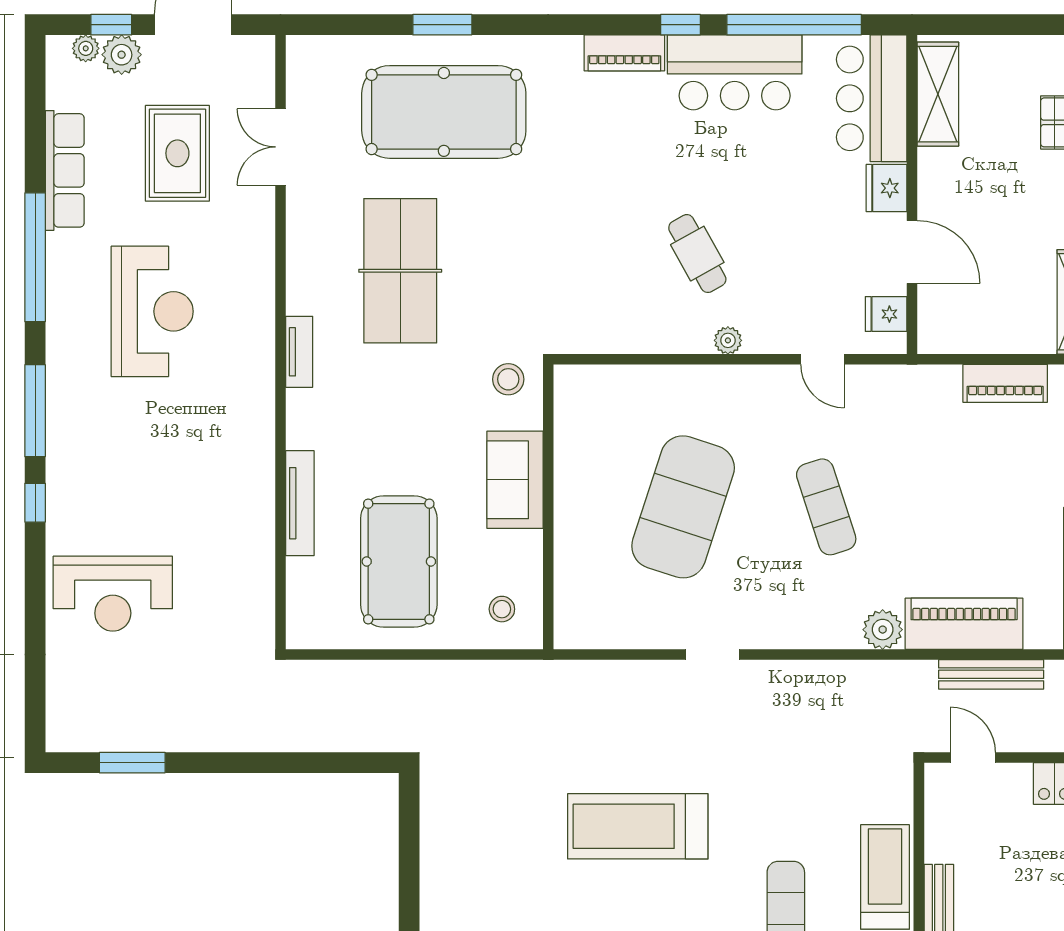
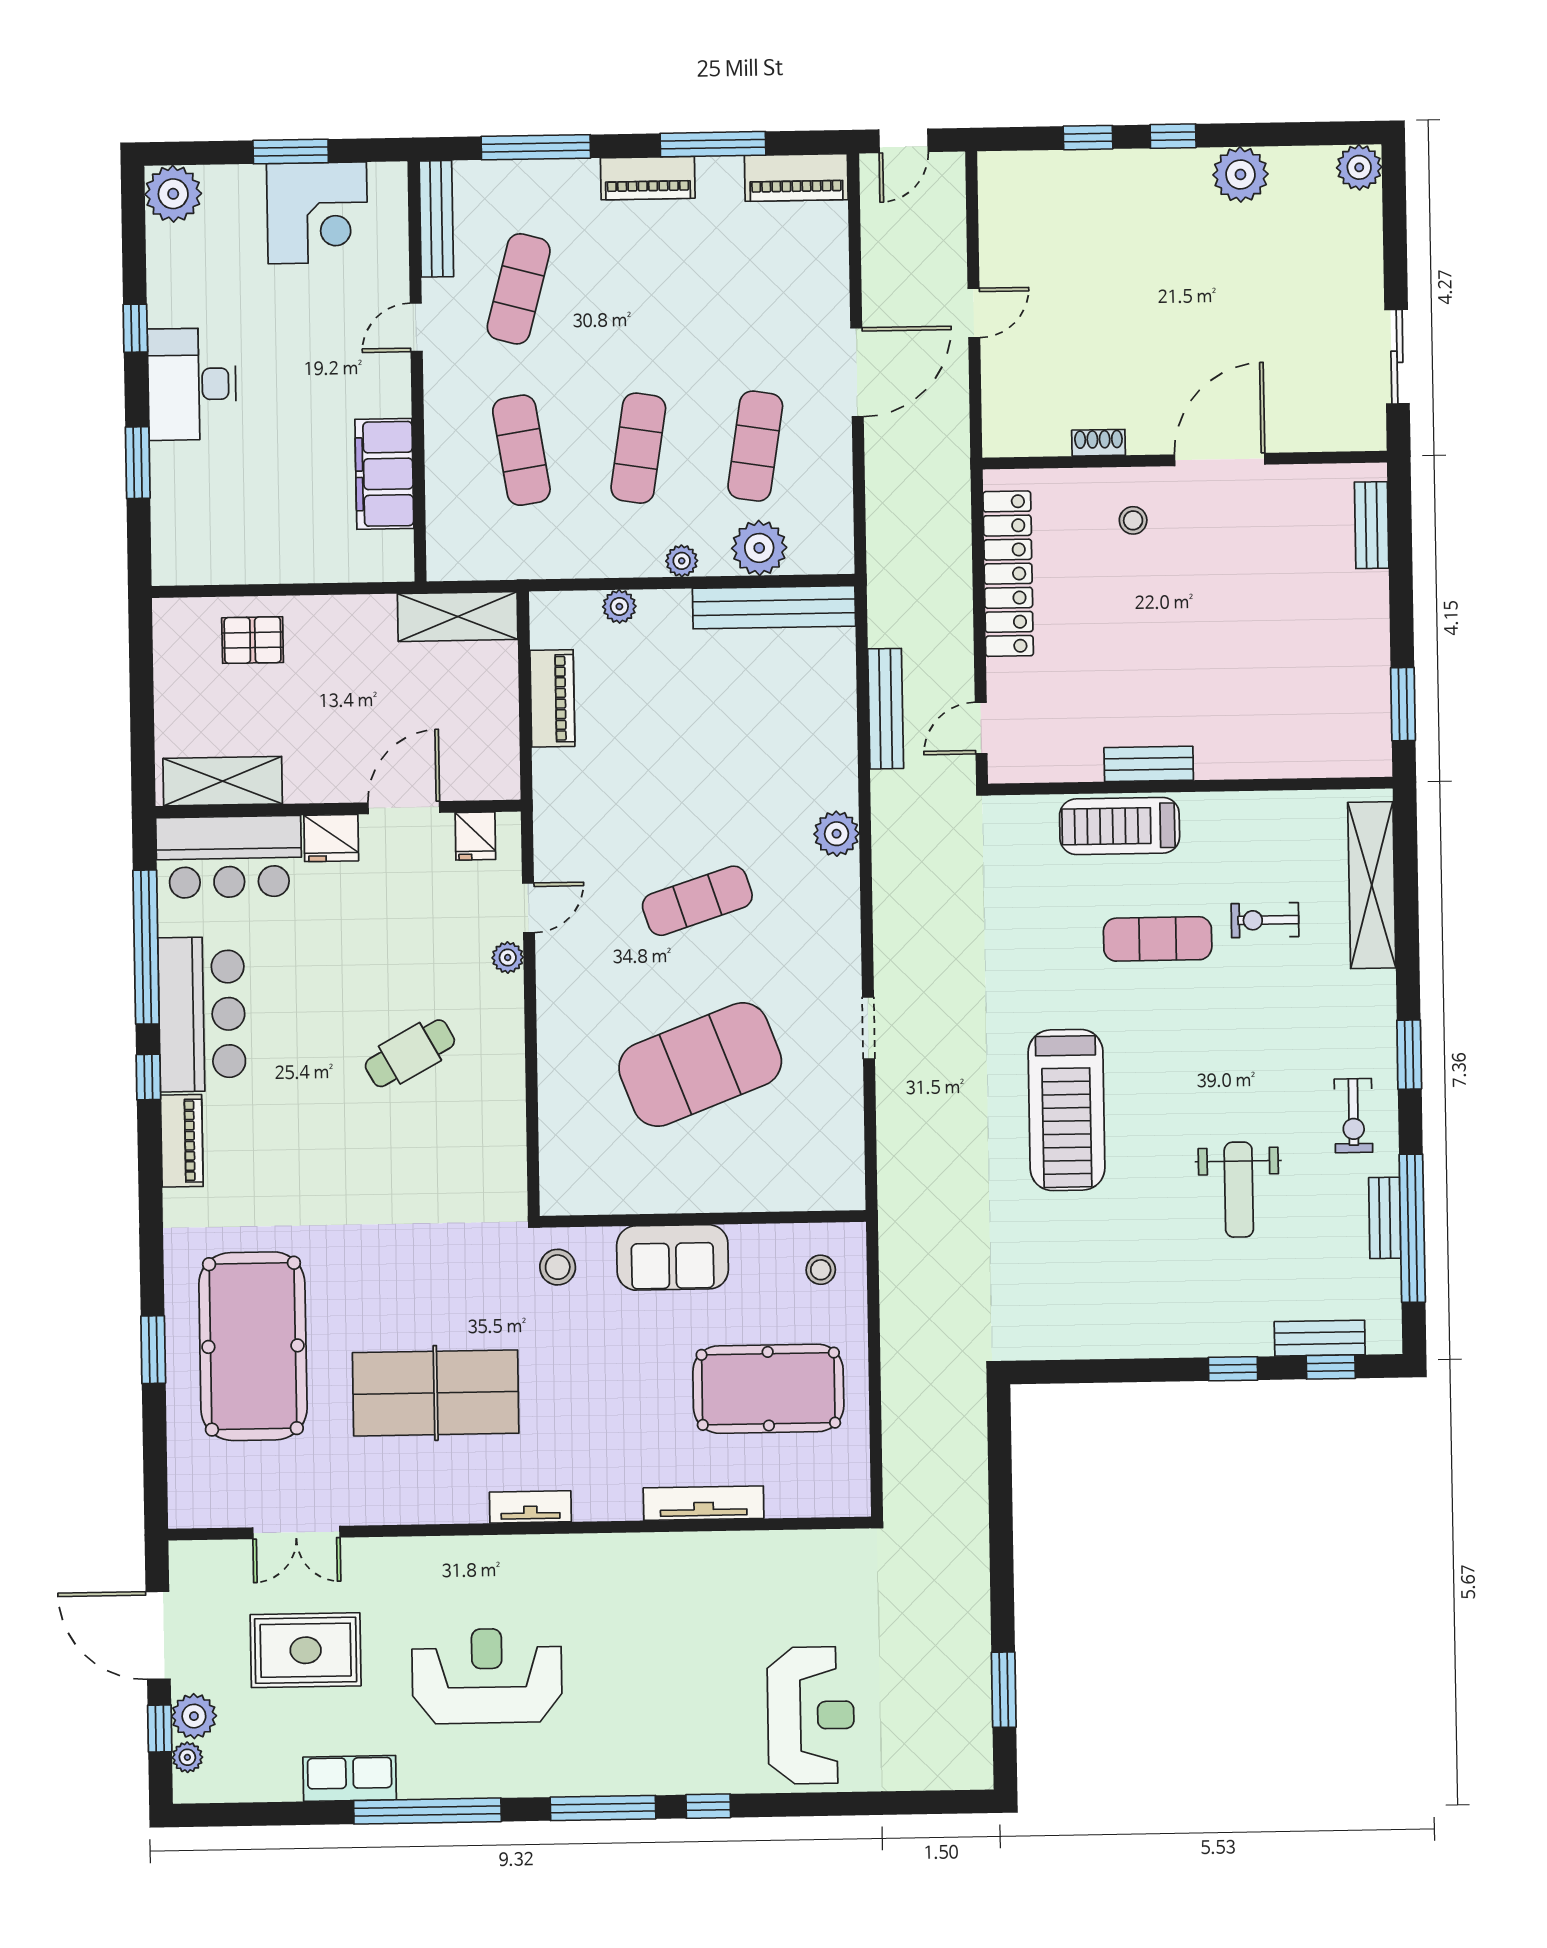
row of seats: (65, 170) -> (350, 1778), width x0.68
plant: (728, 340) -> (508, 958), moved
exercise mat: (683, 507) -> (700, 1065), turned -39
piano: (964, 624) -> (828, 741), removed

